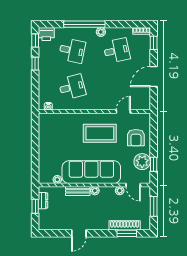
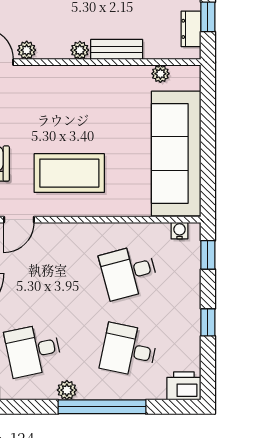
window: (35, 41) -> (208, 255), moved
sofa: (91, 172) -> (176, 154), moved, turned 90

